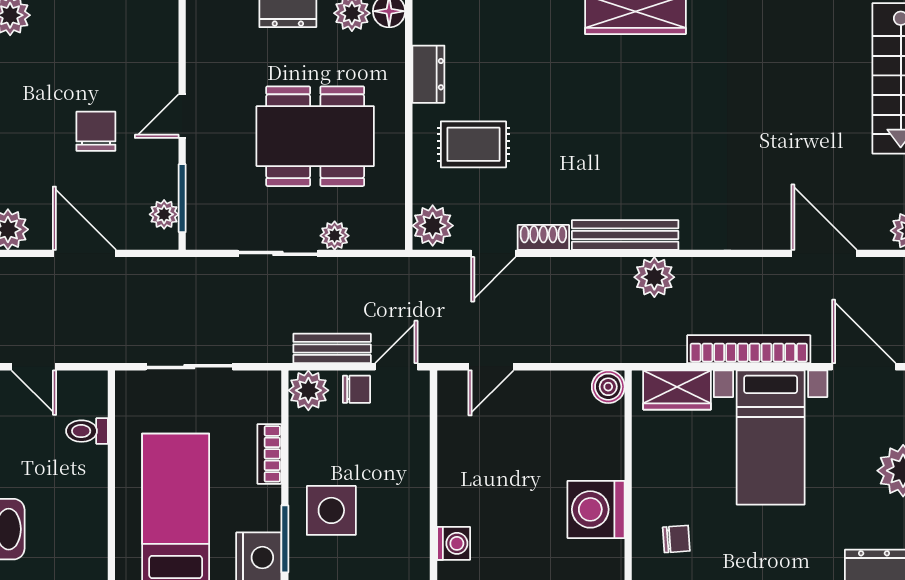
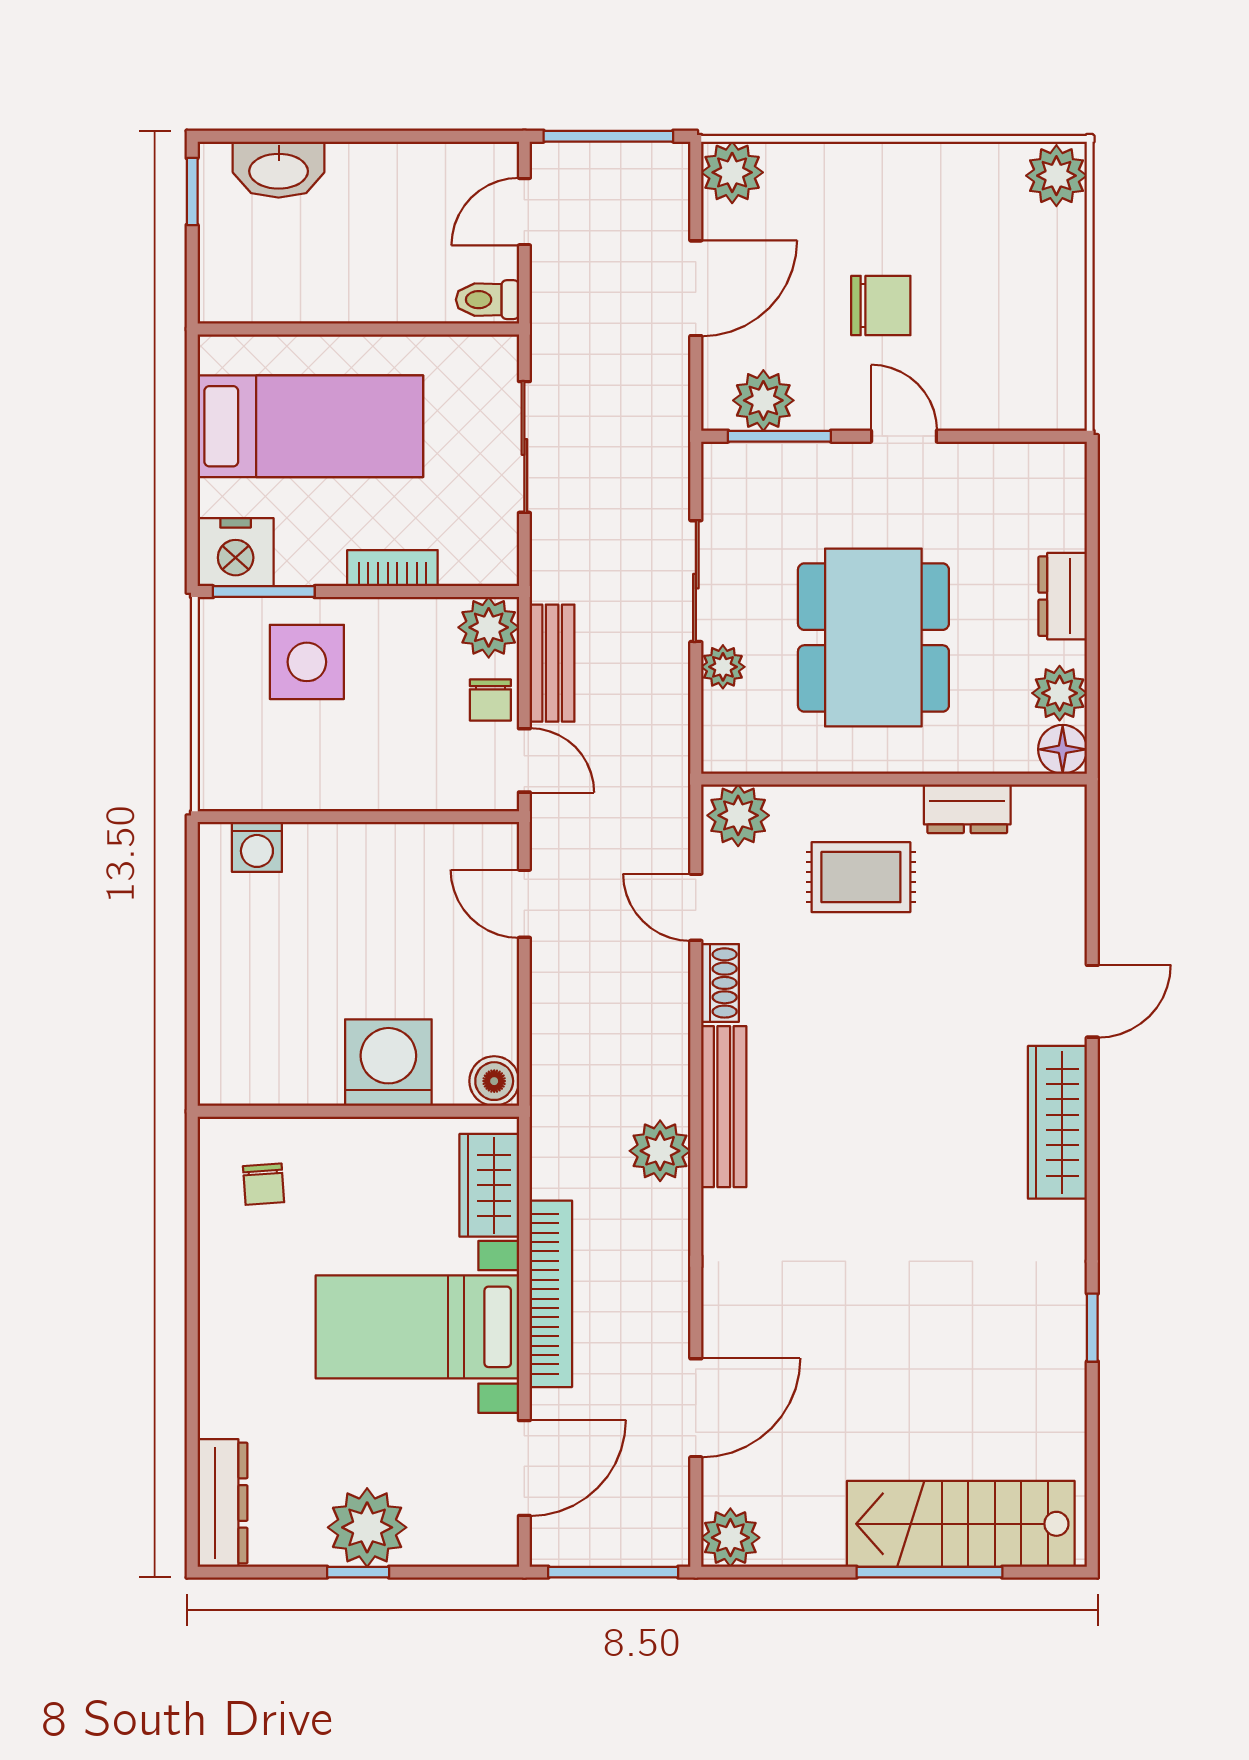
rug: (473, 144) -> (861, 877), turned 90
plant: (164, 214) -> (763, 400), width x1.38, depth x1.38
toilet: (87, 431) -> (487, 300), moved, turned -90
washing machine: (596, 509) -> (388, 1063), moved

